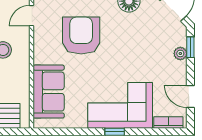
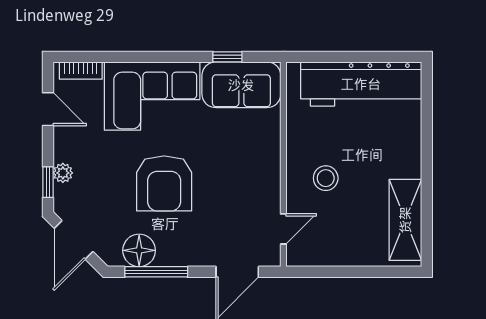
armchair: (81, 36) -> (164, 183), moved
sofa: (49, 92) -> (241, 85), moved, turned -90
window: (115, 132) -> (227, 57), moved

